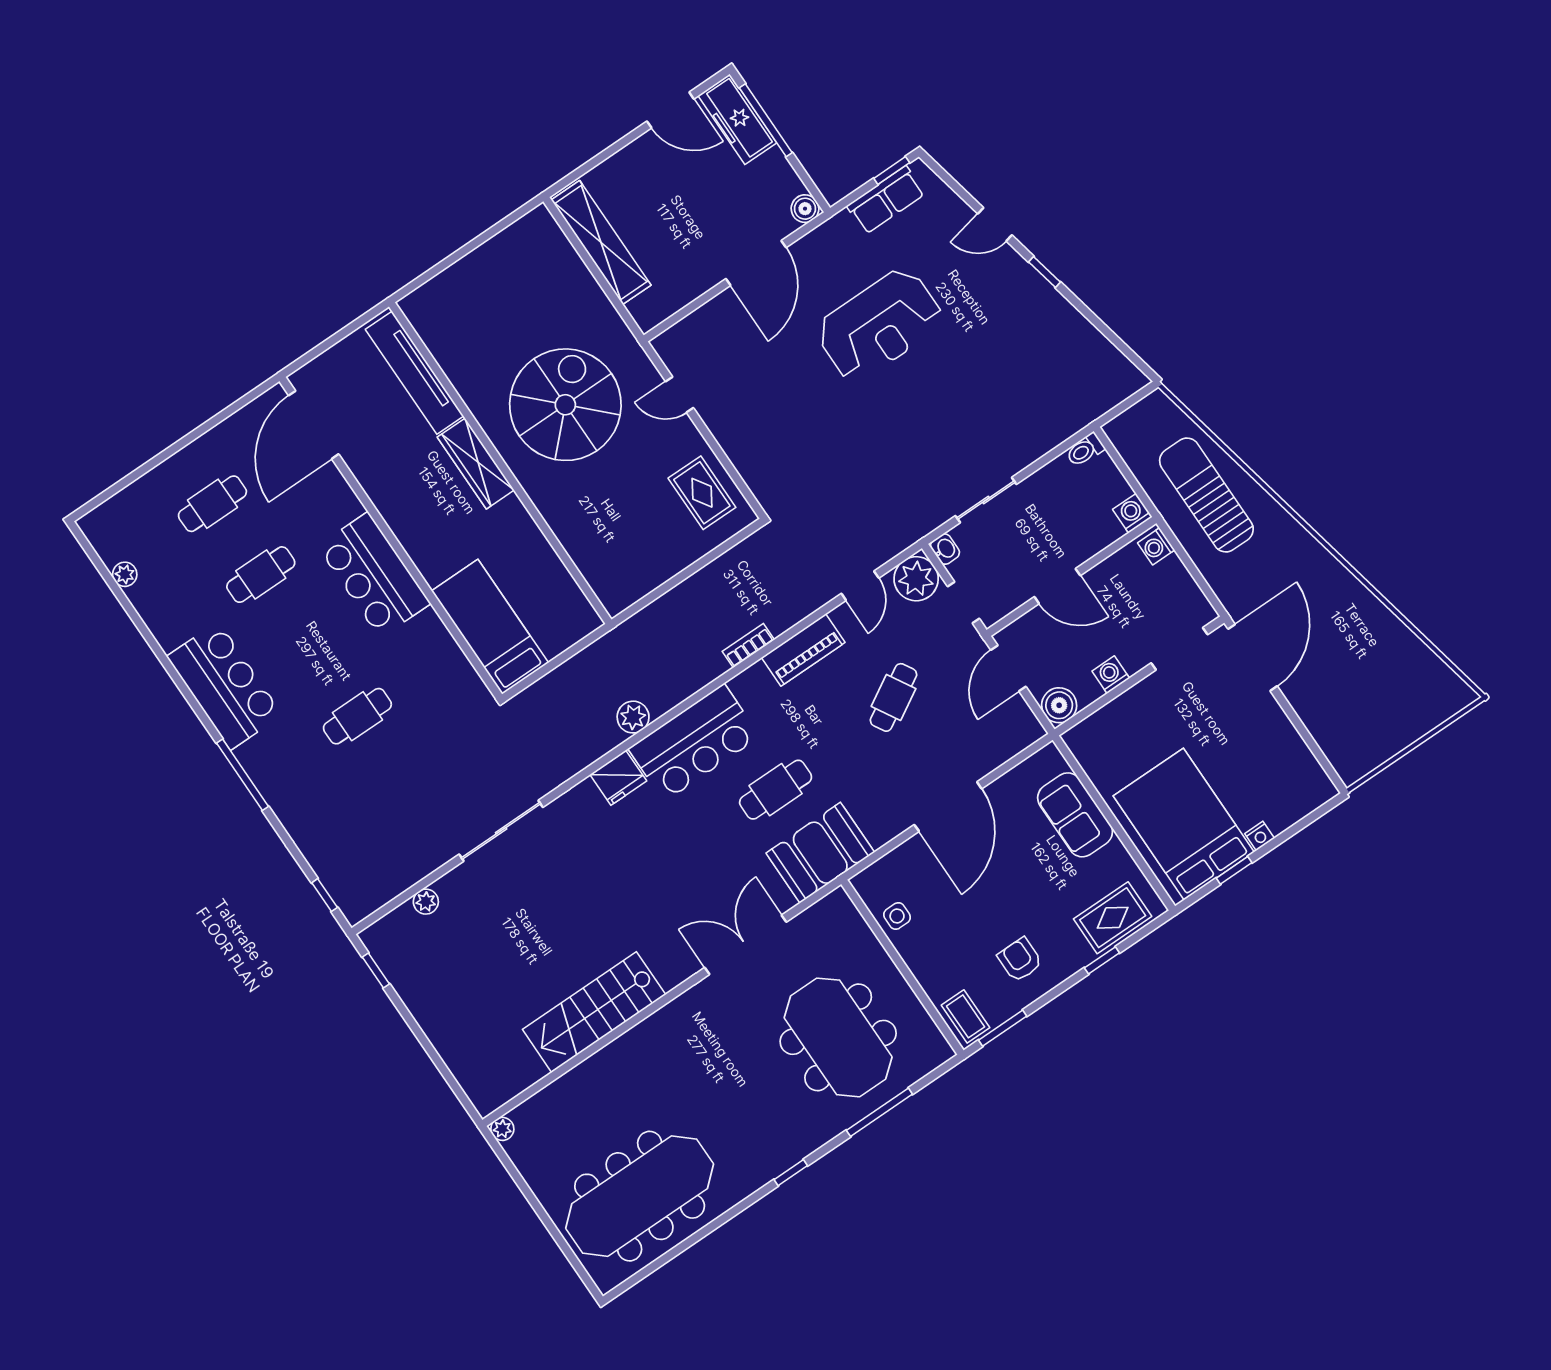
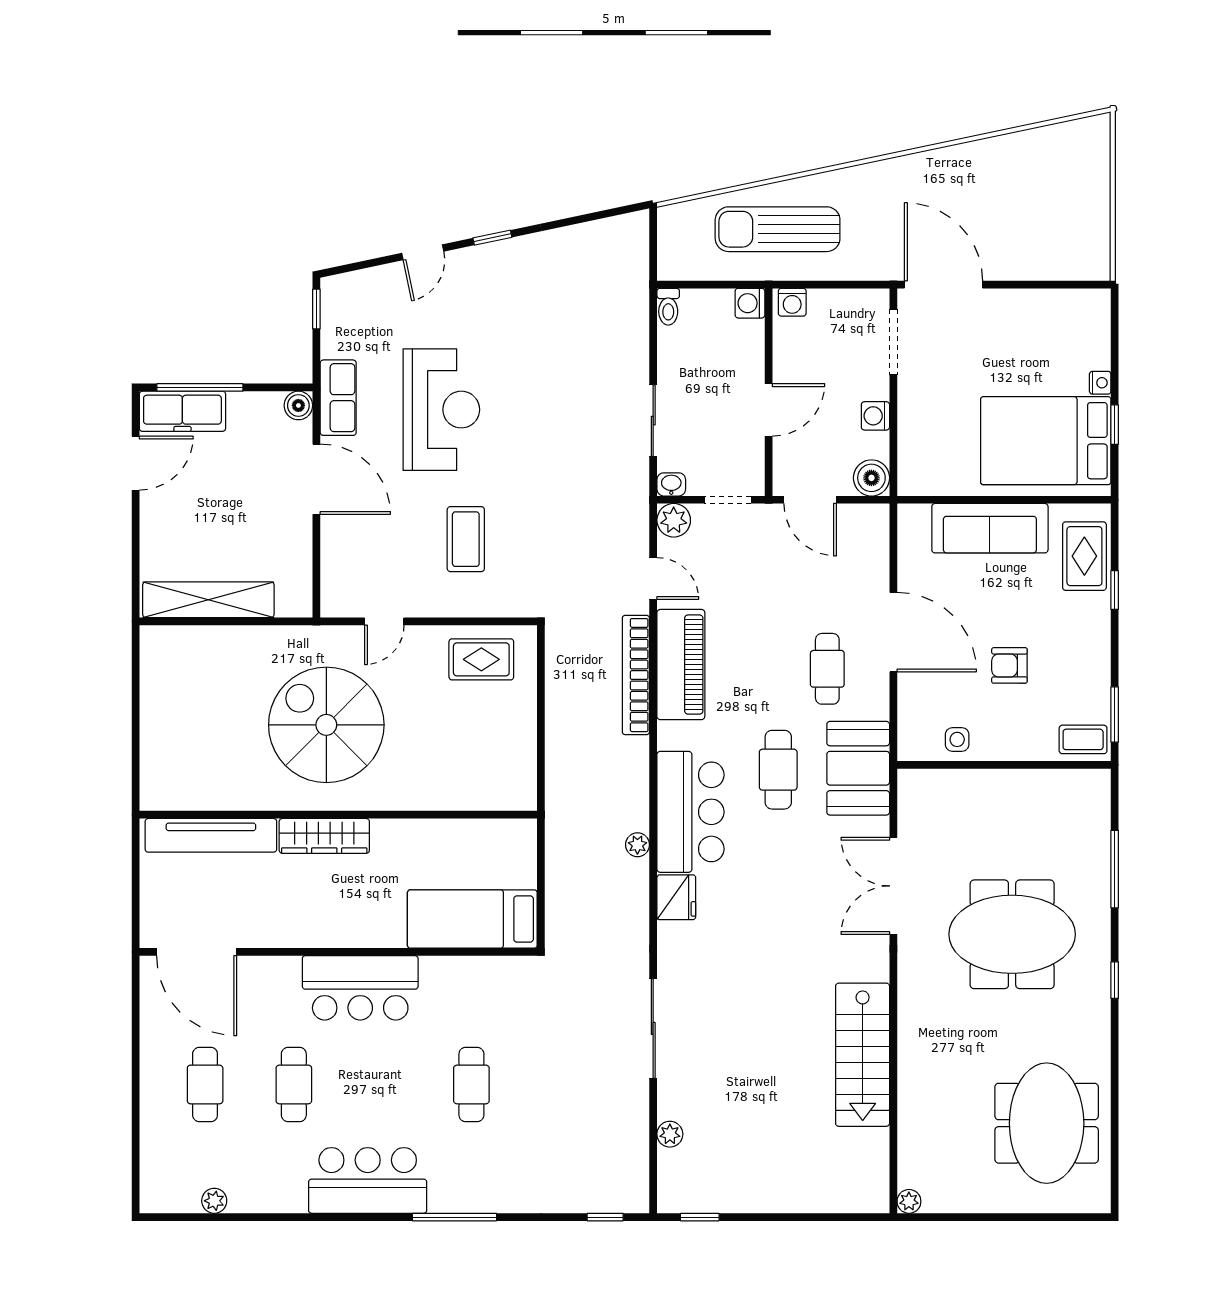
row of seats: (886, 200) -> (338, 398), moved
coffee table: (789, 415) -> (466, 539), added
plant: (916, 579) -> (674, 520), width x0.73, depth x0.73
bookcase: (748, 646) -> (636, 675), width x2.31, depth x1.31
piano: (803, 650) -> (681, 665), width x1.37, depth x1.33
cafe table: (894, 697) -> (827, 669), moved, turned 30
plant: (633, 717) -> (637, 845), width x0.73, depth x0.73
sofa: (1075, 815) -> (990, 528), width x1.36
armchair: (1020, 960) -> (1009, 665), moved
meeting table: (838, 1037) -> (1012, 934), moved
meeting table: (640, 1196) -> (1047, 1123), width x0.73

